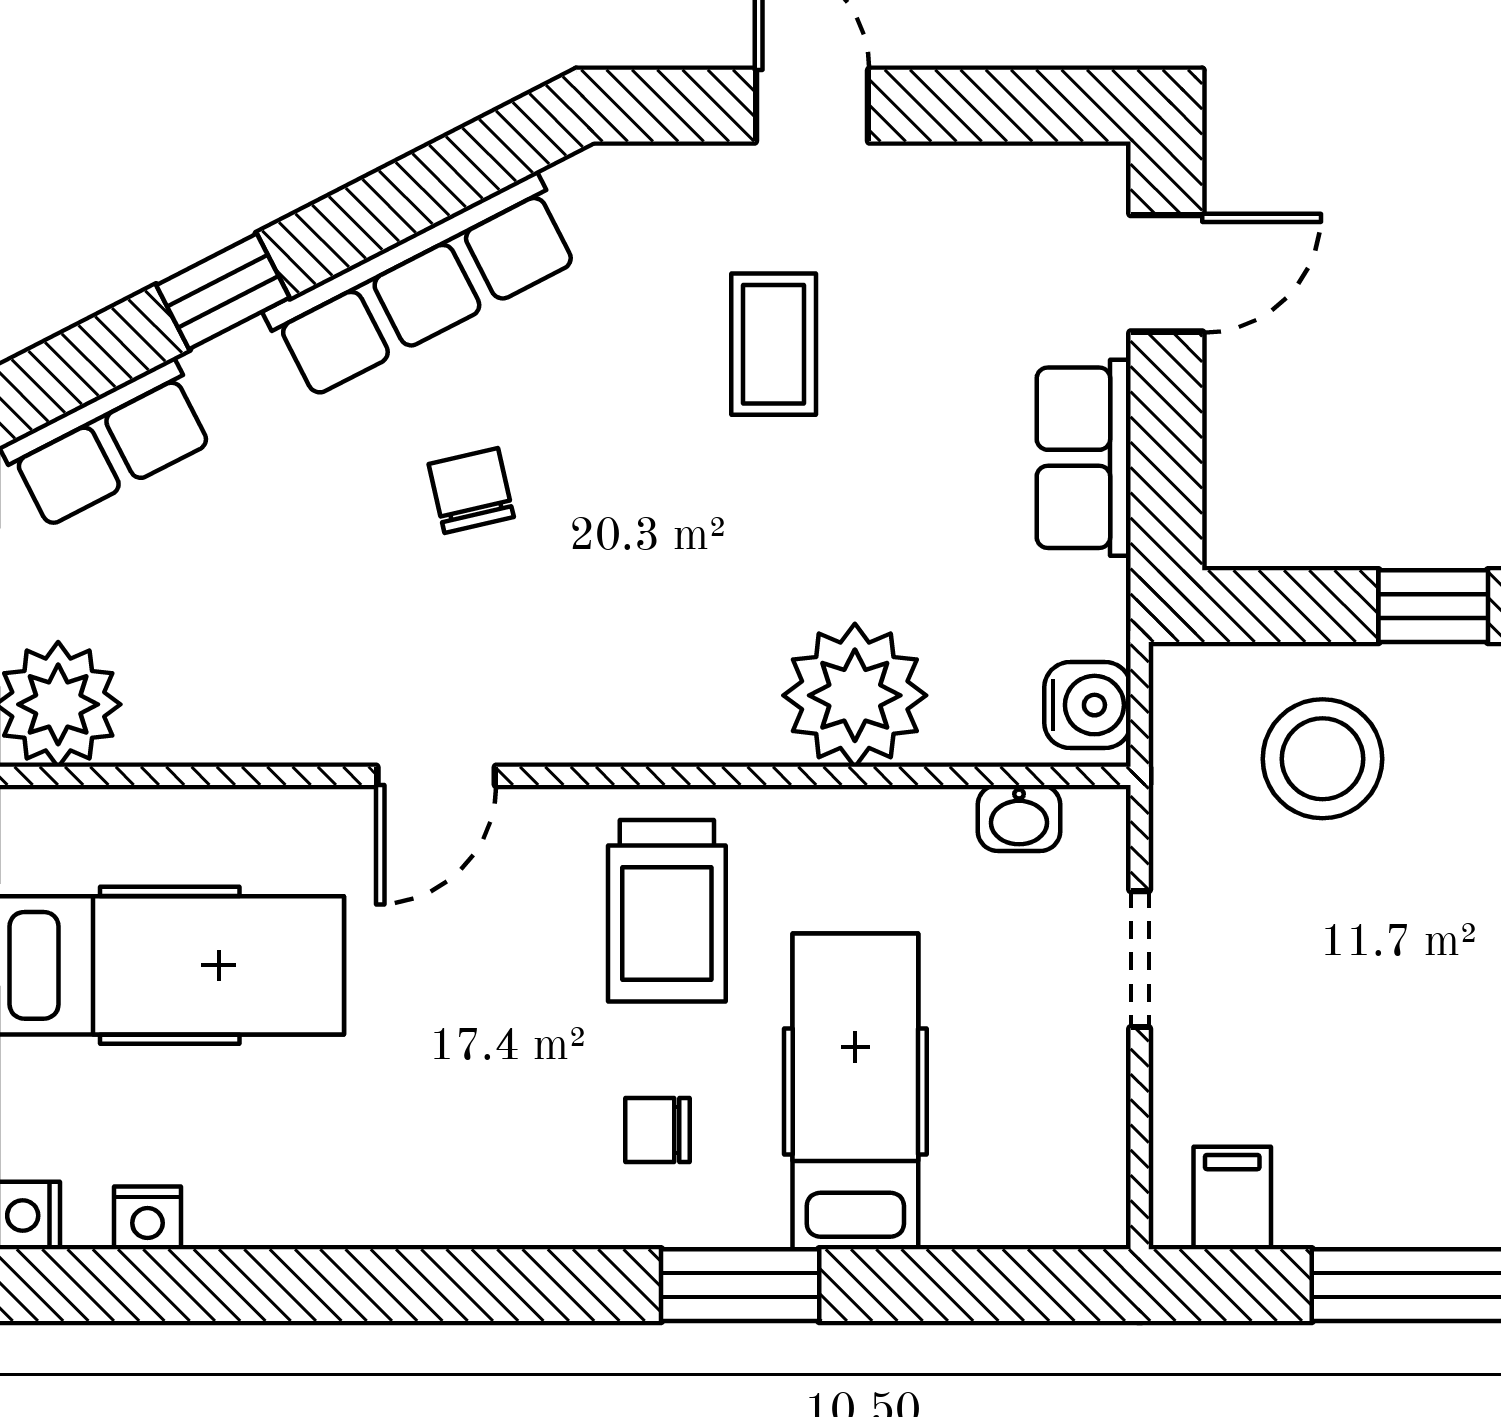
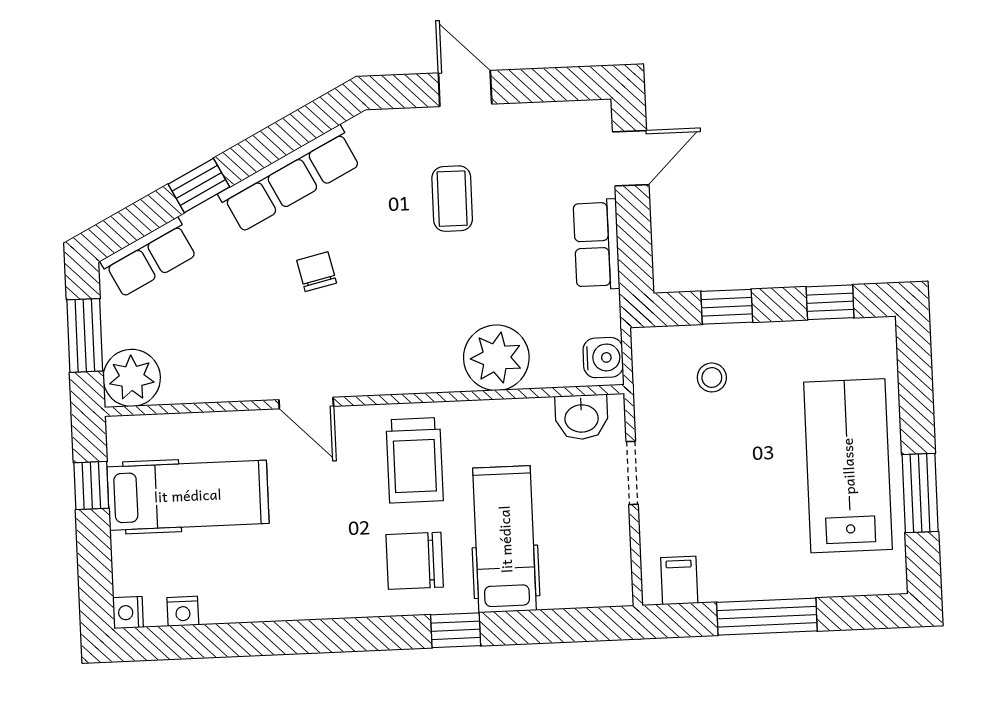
window: (1433, 606) -> (727, 307), moved
stool: (1322, 759) -> (712, 377), width x0.53, depth x0.53
door: (436, 776) -> (306, 403), hinge flipped
washbasin: (1019, 818) -> (582, 417), width x1.38, depth x1.45
chair: (657, 1130) -> (415, 561), width x1.87, depth x1.87
window: (740, 1285) -> (456, 630), width x0.67

